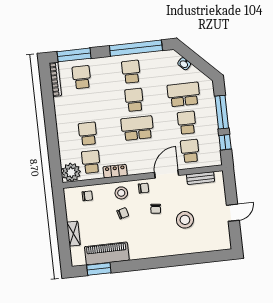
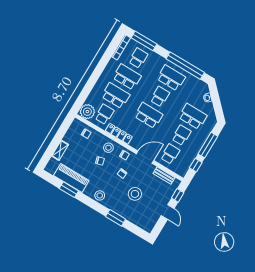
school desk: (131, 72) -> (171, 78), width x1.85
school desk: (85, 105) -> (127, 77), added
school desk: (88, 134) -> (116, 96), width x1.85
locker: (115, 171) -> (119, 134), width x1.53
window: (230, 188) -> (178, 195), added
door: (233, 213) -> (168, 212), hinge flipped
stool: (150, 249) -> (100, 195), added
window: (184, 260) -> (116, 218), added
window: (99, 269) -> (69, 190), moved

